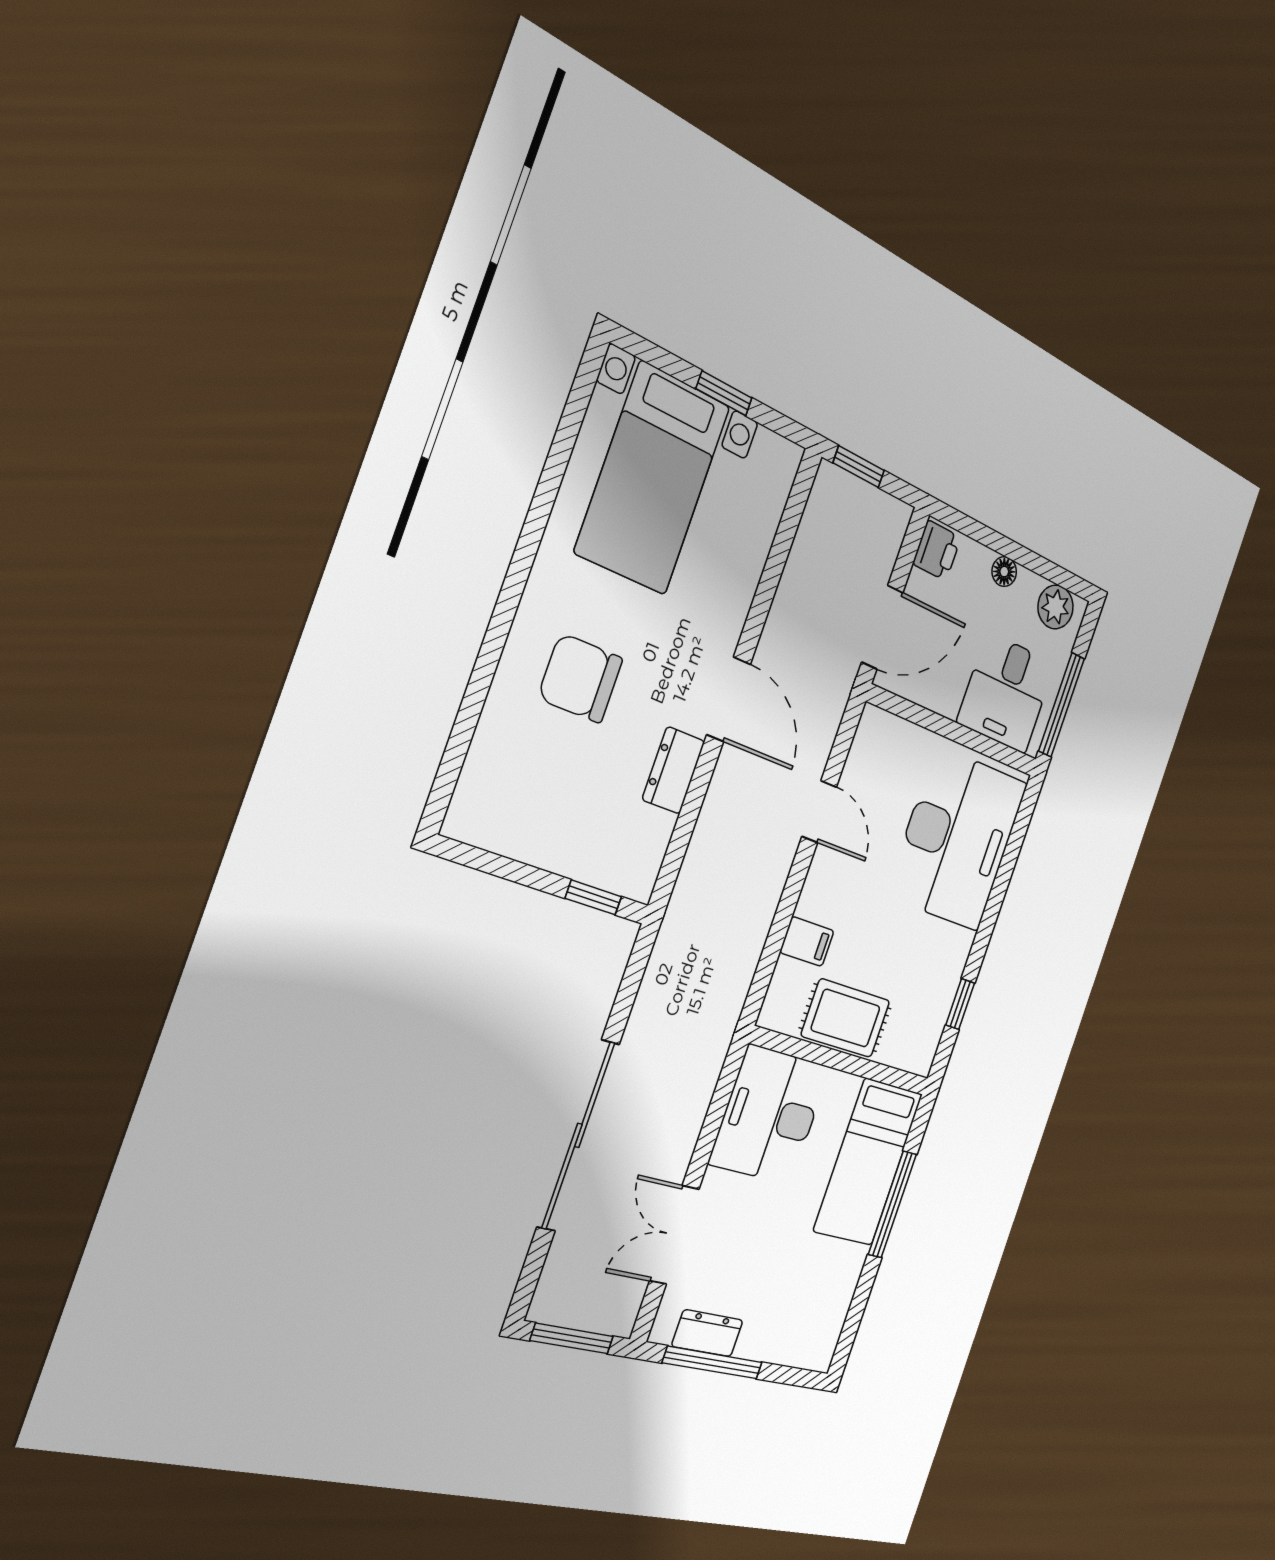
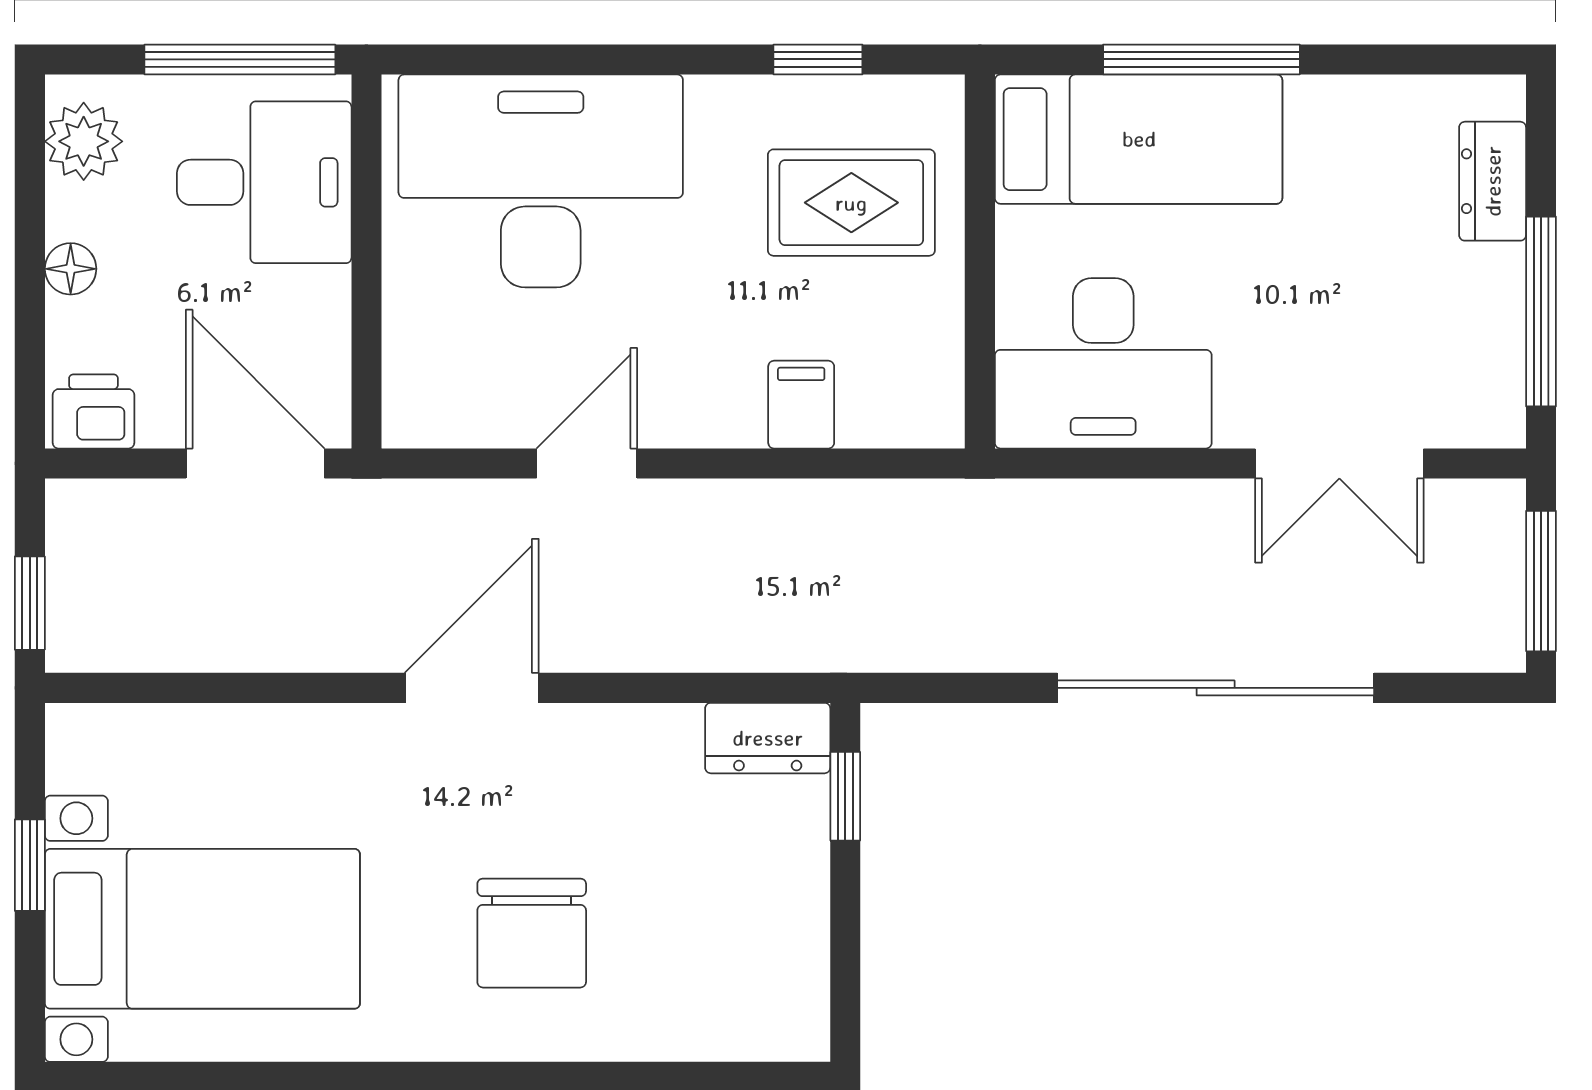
dresser: (674, 770) -> (768, 738), moved
rug: (846, 1018) -> (851, 203), moved, turned 90
dresser: (707, 1333) -> (1493, 181), moved

